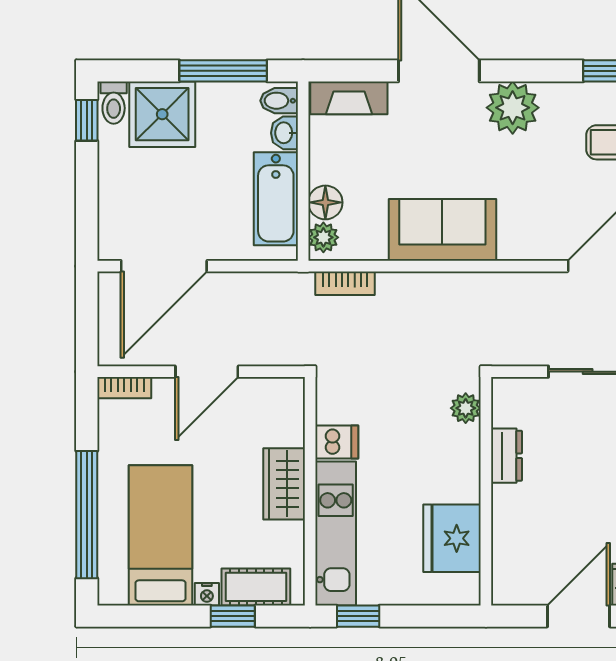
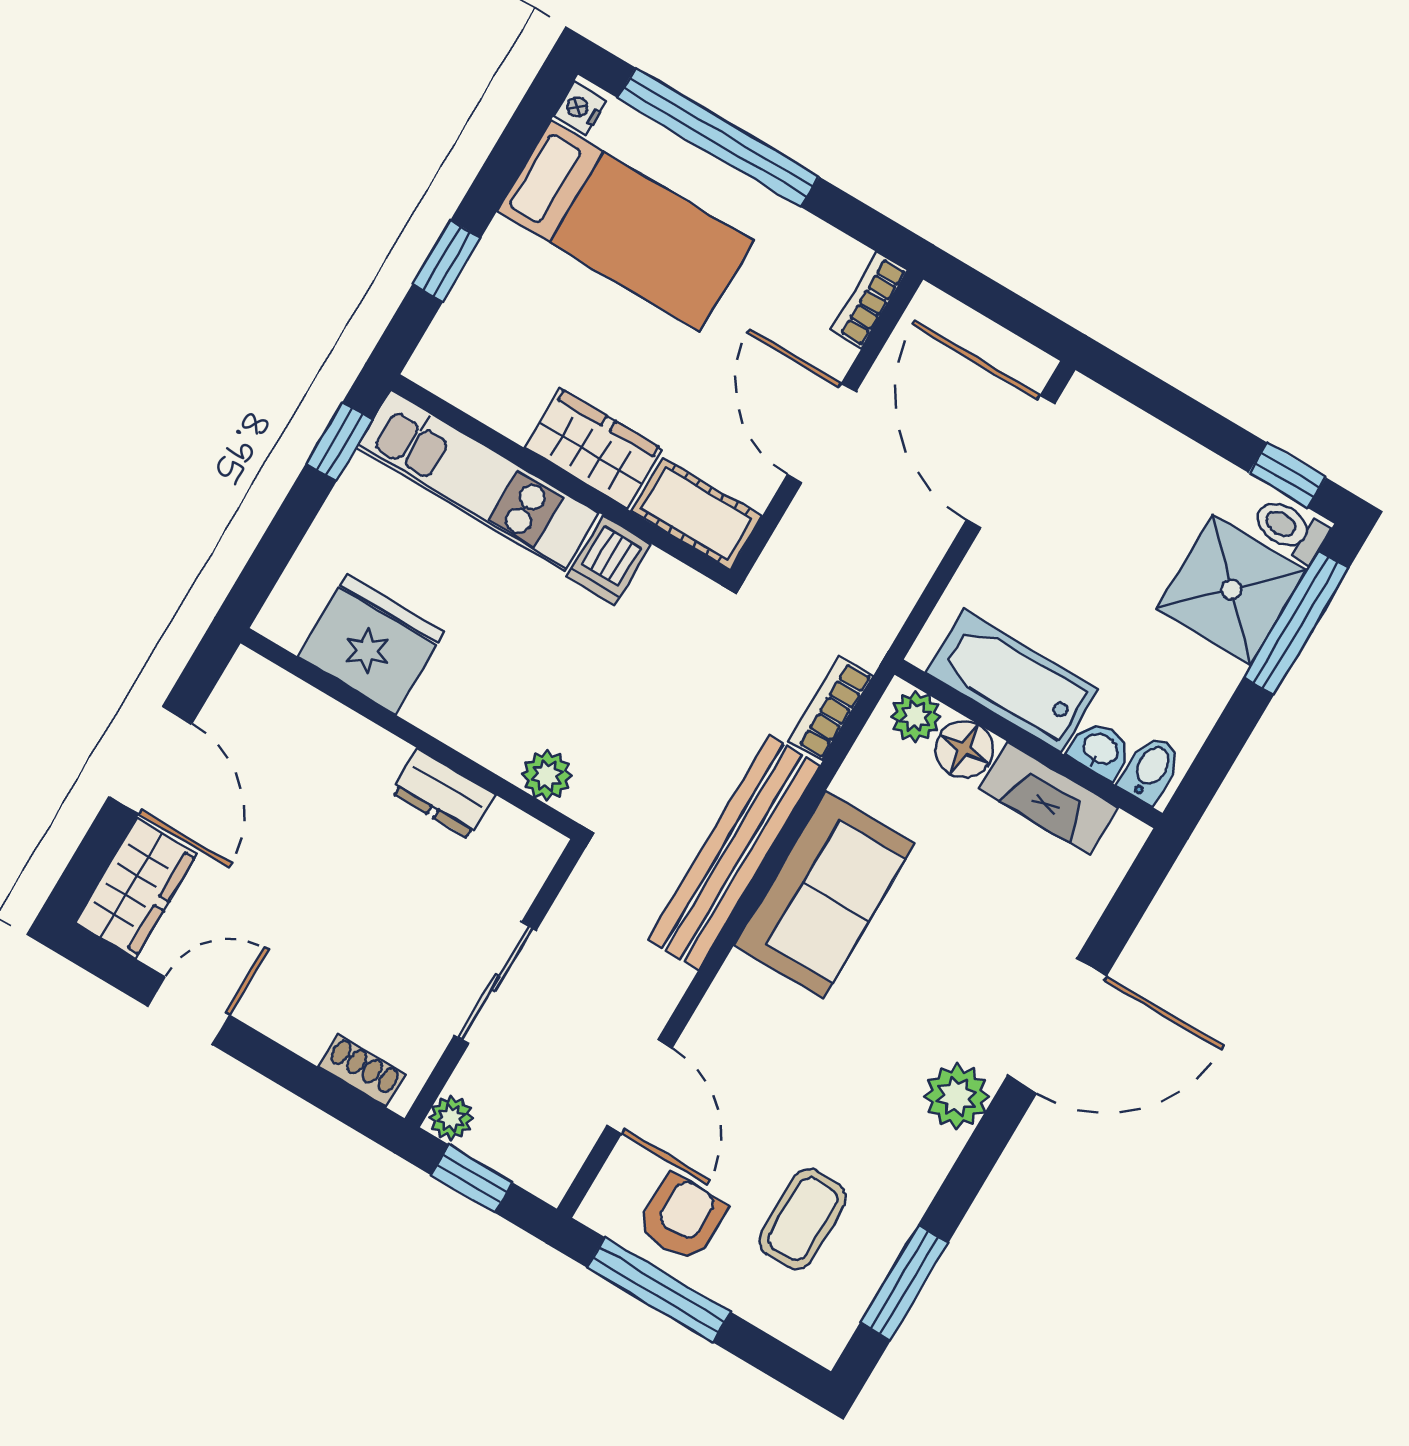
window: (223, 71) -> (1296, 623), moved
fireplace: (349, 98) -> (1049, 798), moved, turned -90
plant: (513, 108) -> (957, 1096), width x0.73, depth x0.73
bench: (448, 289) -> (734, 853), added
cot: (256, 587) -> (697, 514), moved, turned 90
nightstand: (207, 594) -> (580, 109), moved

